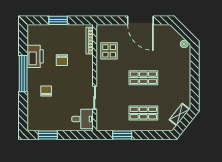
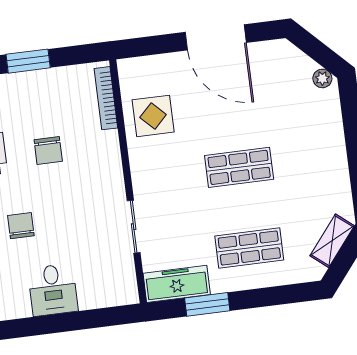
desk: (83, 119) -> (53, 290), moved, turned 90
freezer: (110, 125) -> (177, 284), added
window: (48, 135) -> (37, 326), removed

